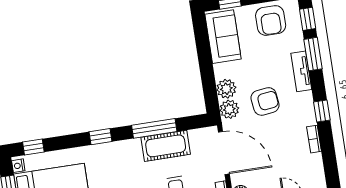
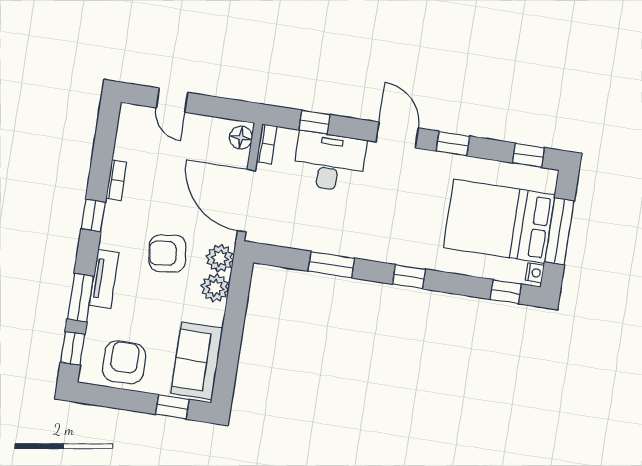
window: (154, 128) -> (331, 265), width x0.69
cot: (166, 146) -> (323, 236), removed

